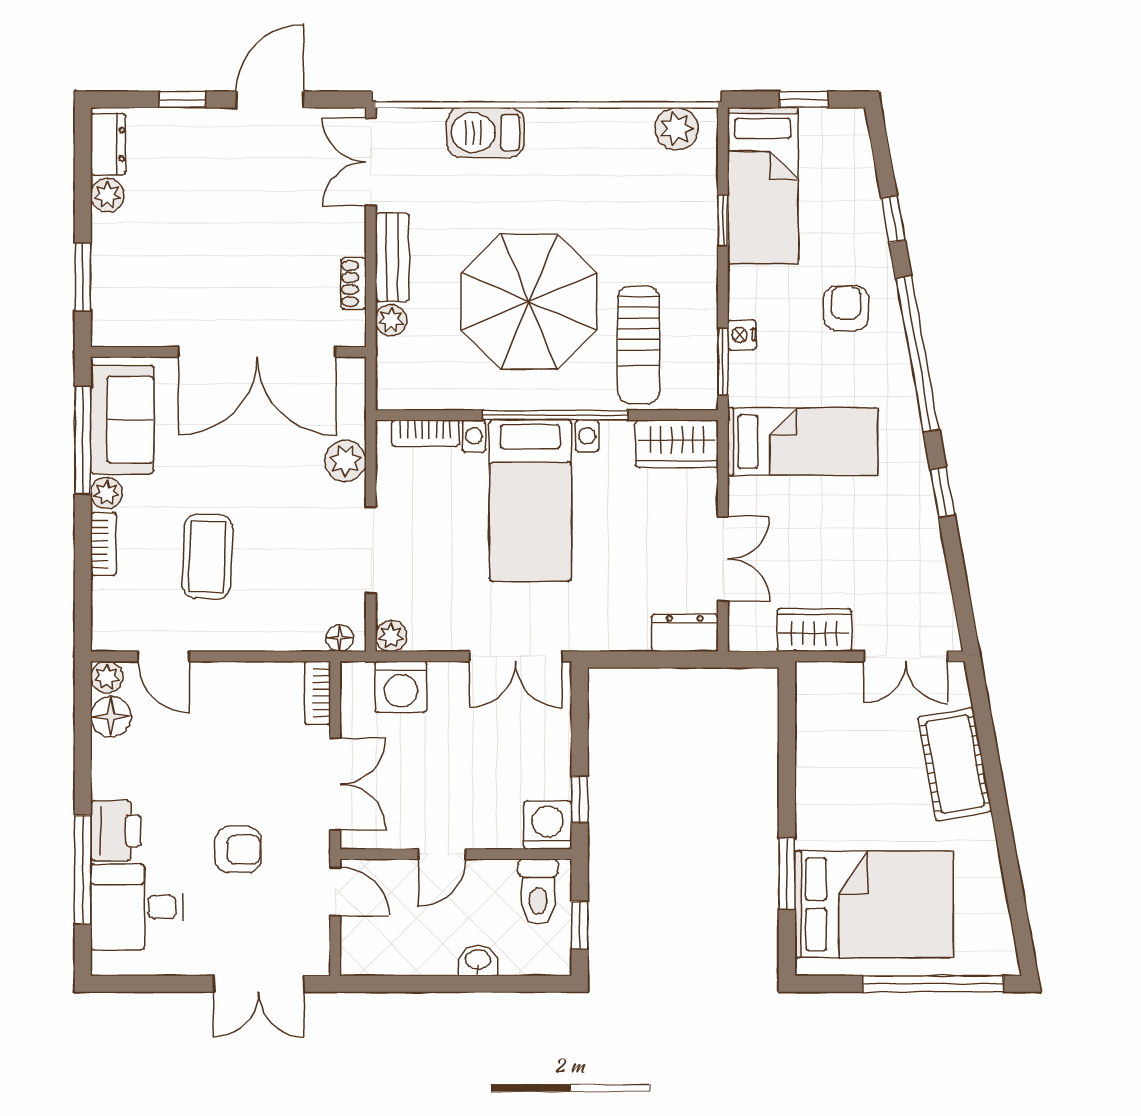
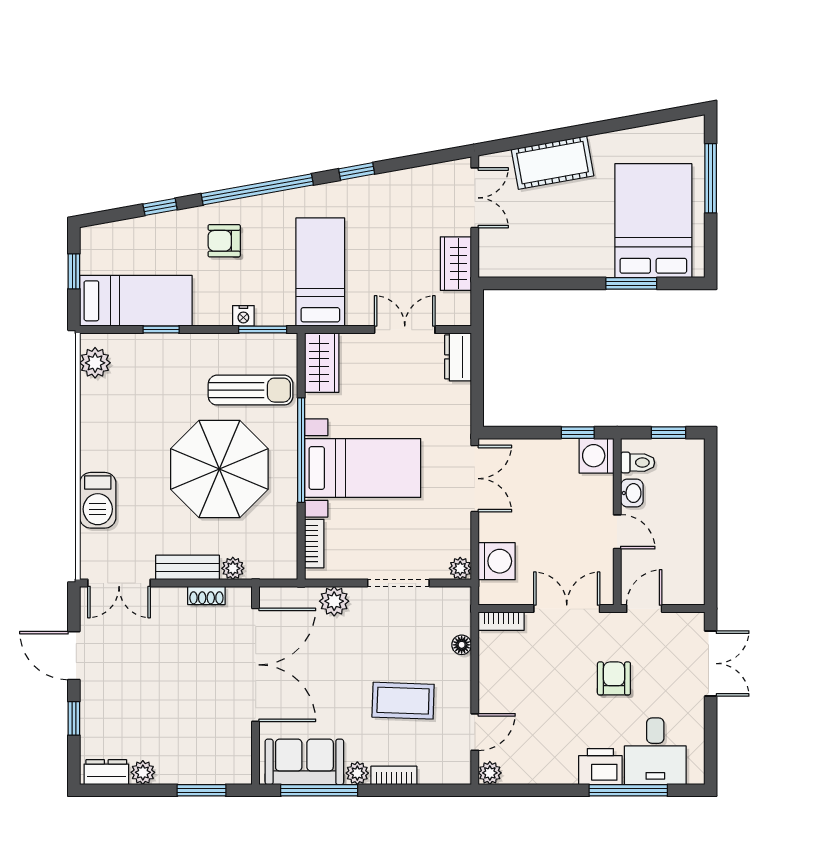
floor lamp: (340, 638) -> (462, 645), moved
floor lamp: (111, 717) -> (518, 770), removed
toilet: (538, 892) -> (638, 463), width x0.73, depth x0.72
washbasin: (478, 960) -> (632, 493), moved, turned 180
window: (933, 984) -> (711, 178), width x0.68

